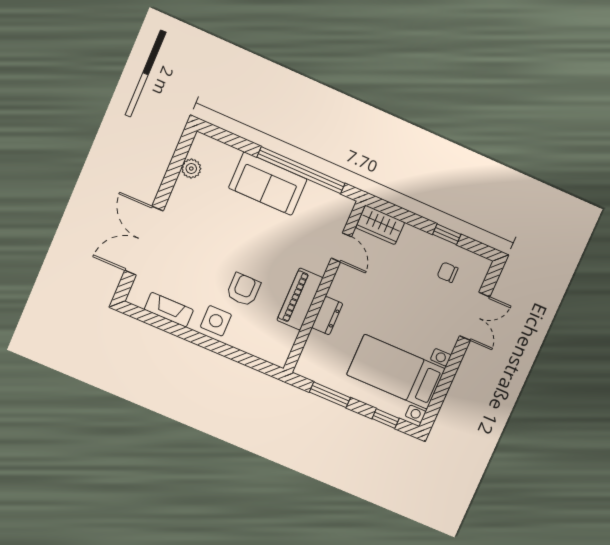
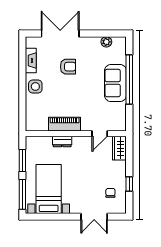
window: (301, 170) -> (129, 79), moved
armchair: (243, 290) -> (68, 67), moved
window: (386, 419) -> (22, 194), width x2.17

